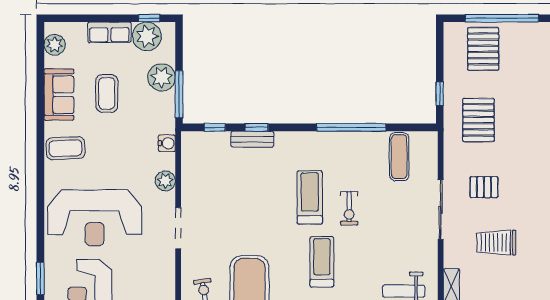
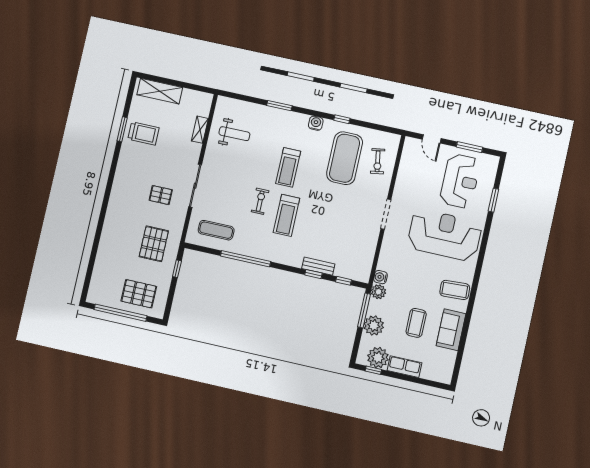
plant: (55, 45) -> (446, 367), removed
pallet: (483, 49) -> (139, 294), turned 90
exercise mat: (399, 157) -> (216, 230), turned 90
plant: (165, 181) -> (378, 292), moved
trolley: (496, 243) -> (143, 133), moved

